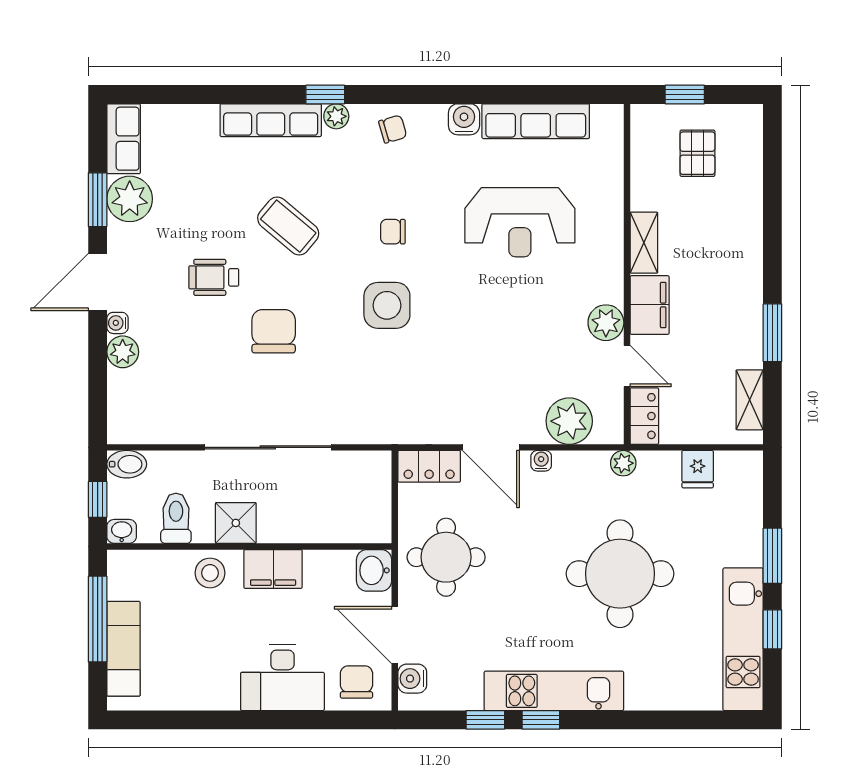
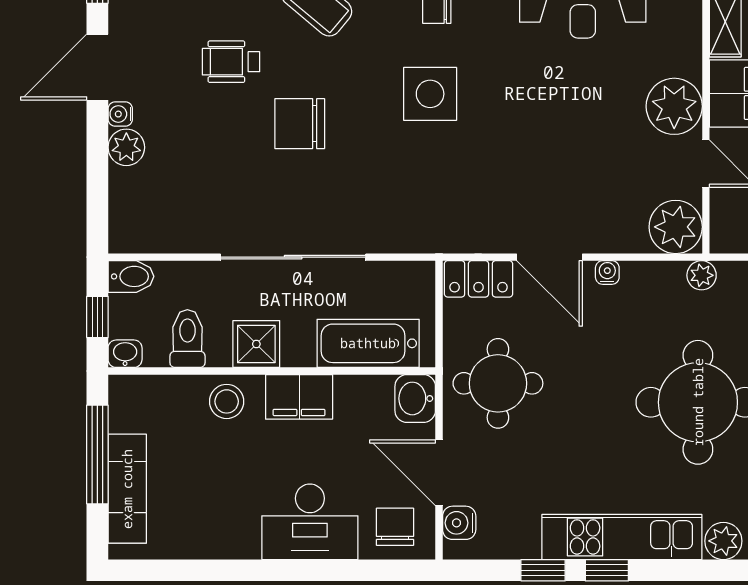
plant: (606, 323) -> (674, 106), width x1.36, depth x1.36
chair: (274, 331) -> (300, 124), turned -90
locker: (644, 416) -> (726, 221), removed
plant: (569, 421) -> (676, 227), moved
bathtub: (333, 522) -> (368, 343), added
plant: (642, 694) -> (723, 541), added

